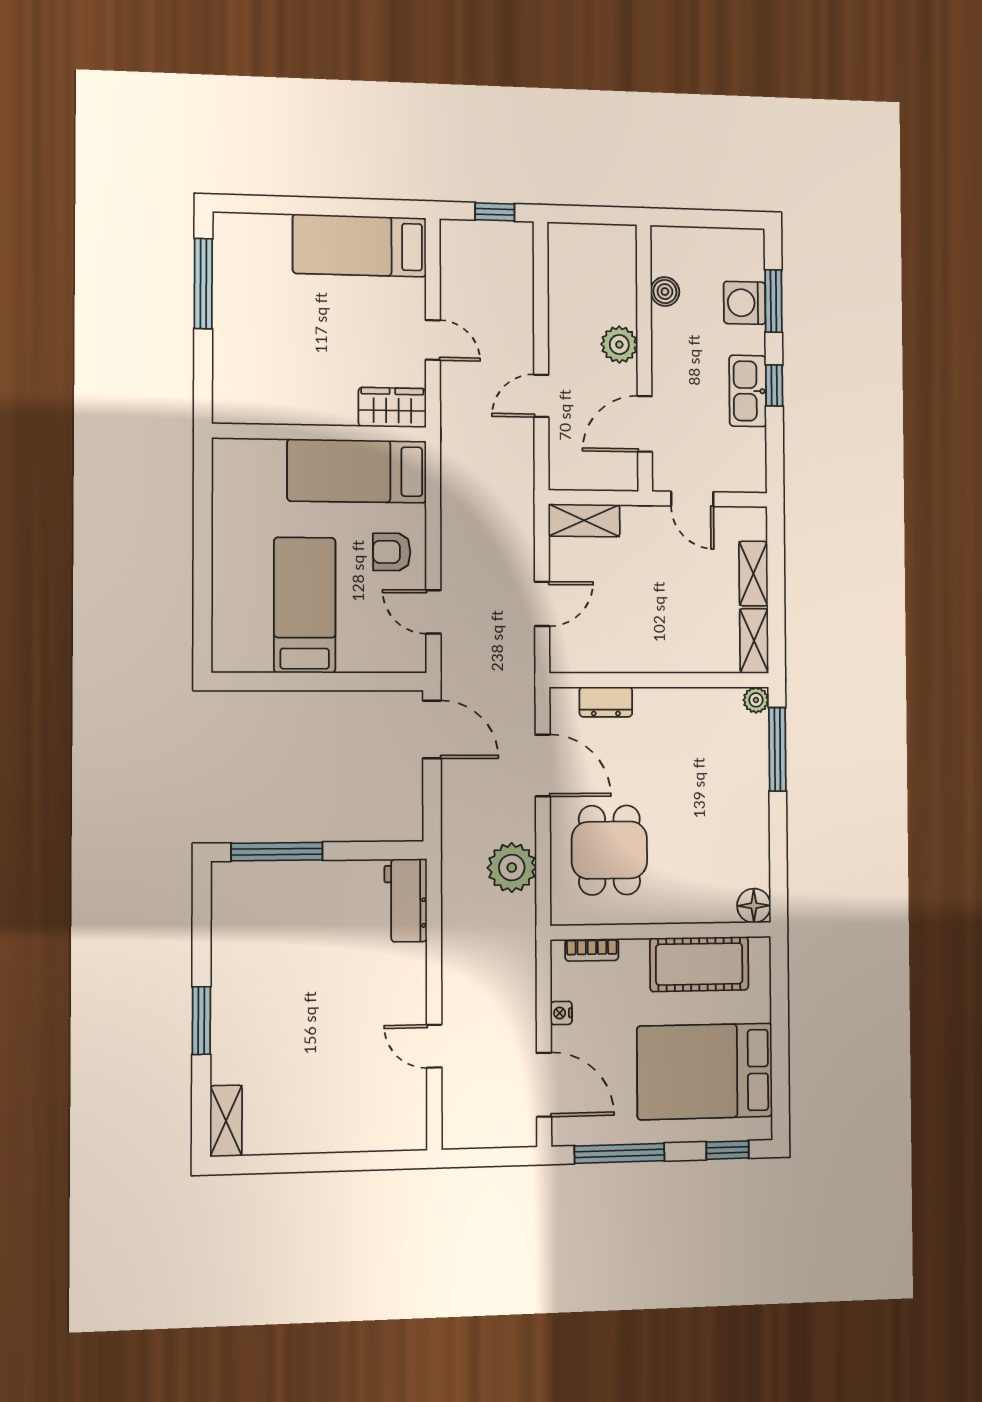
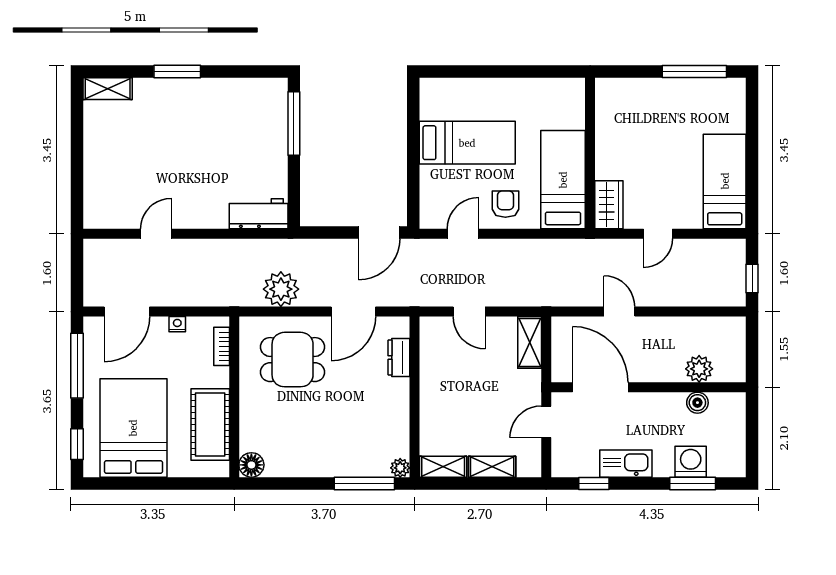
plant: (619, 345) -> (699, 369), moved
window: (774, 385) -> (594, 483), moved
door: (645, 424) -> (600, 387), width x1.36

